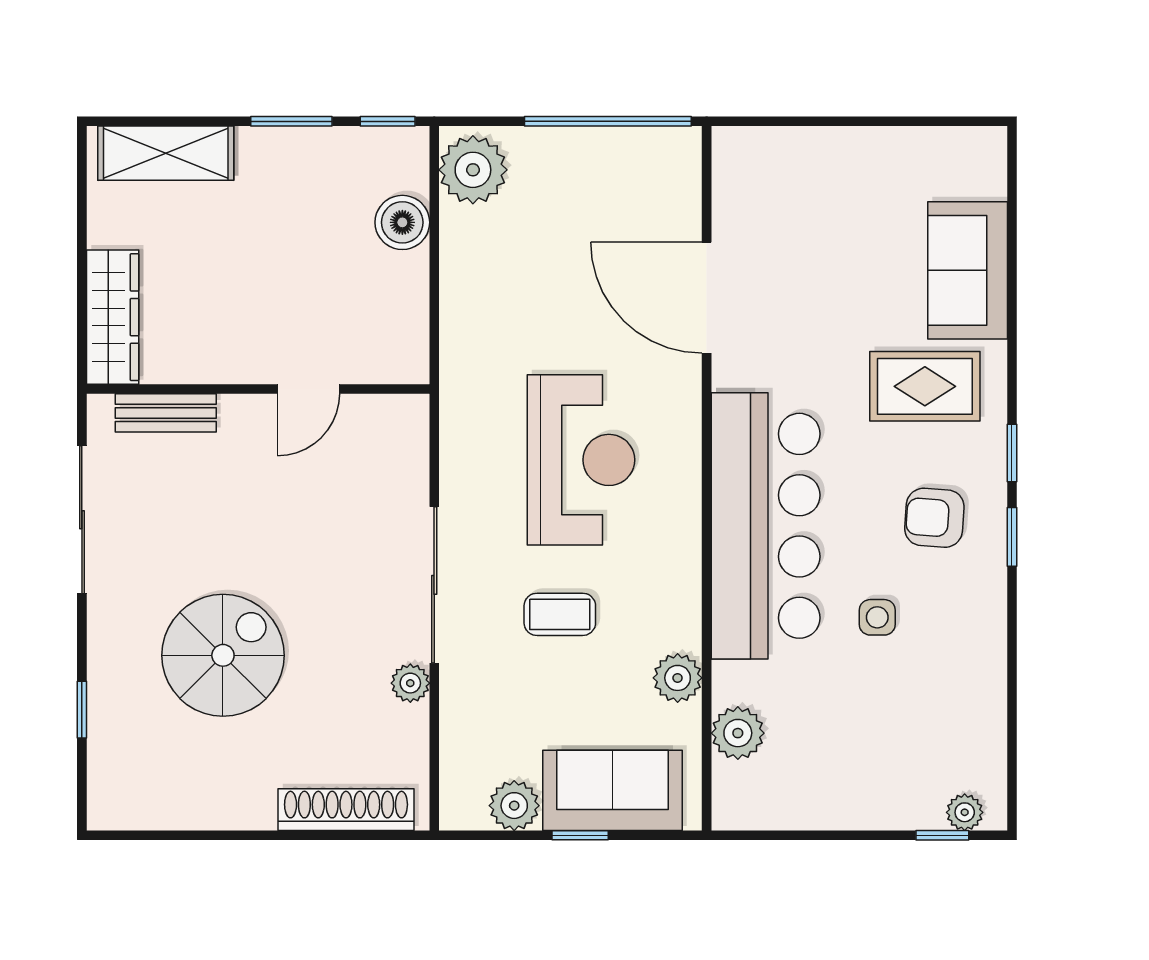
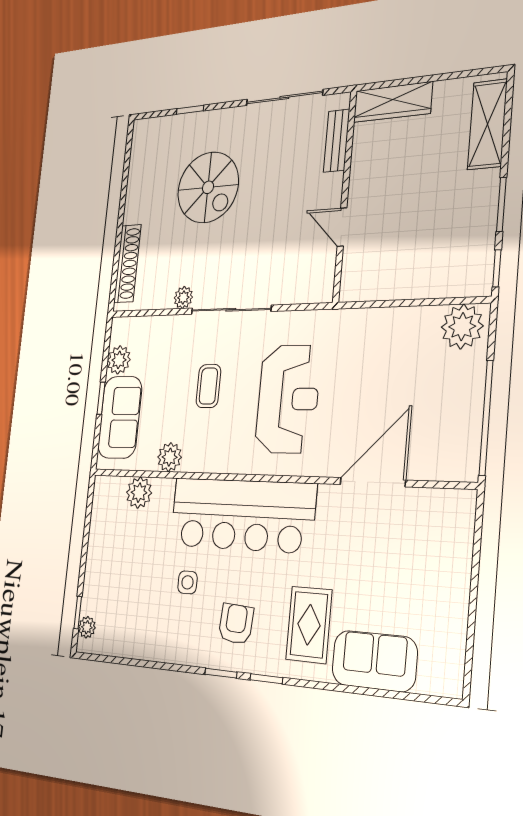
boiler: (402, 222) -> (433, 281), removed
reception desk: (581, 460) -> (288, 399), turned -90

